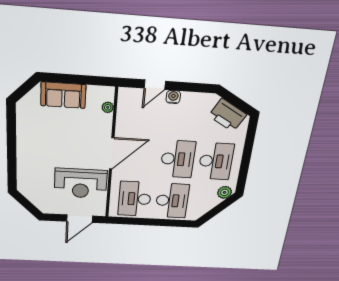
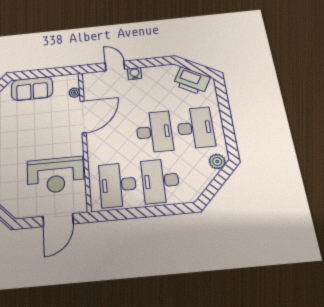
door: (155, 85) -> (115, 66), swing flipped
door: (112, 153) -> (83, 117), moved
desk: (172, 201) -> (160, 181), turned 180

